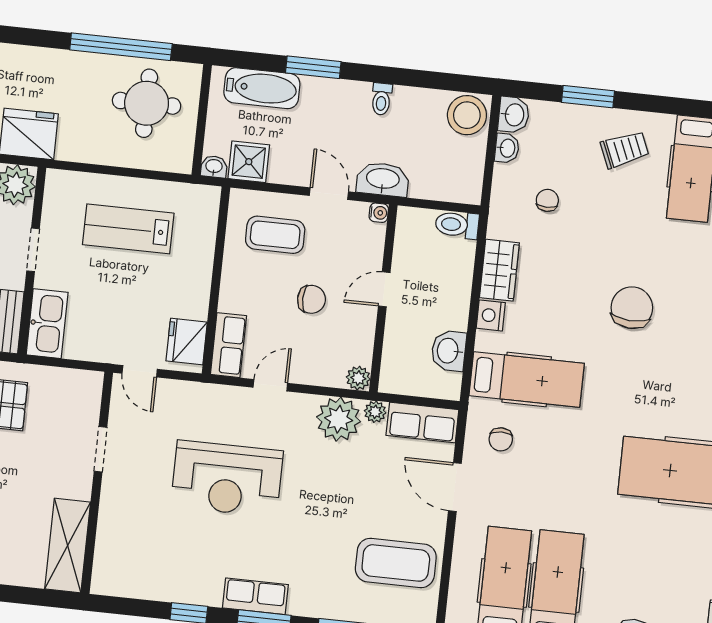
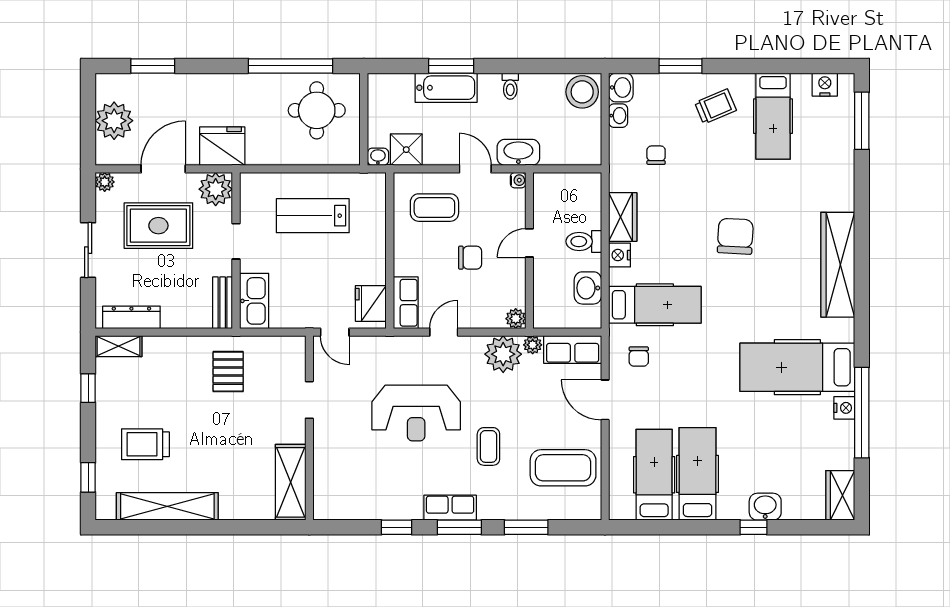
bathtub: (262, 88) -> (446, 88), moved
toilet: (457, 225) -> (584, 241), moved
coffee table: (309, 528) -> (488, 446), added

